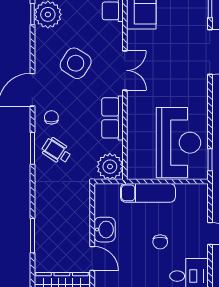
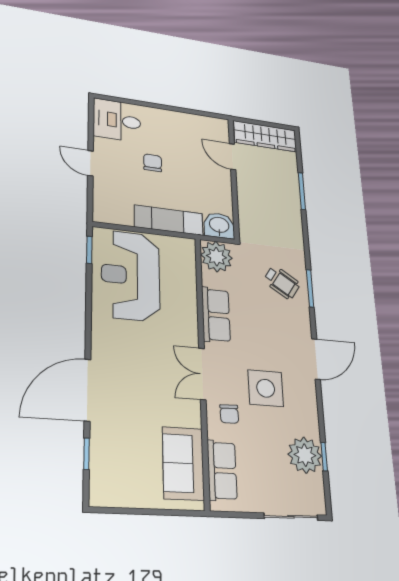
side table: (76, 63) -> (266, 388), turned -32
chair: (51, 117) -> (229, 414), moved
washbasin: (105, 230) -> (219, 226), moved, turned 90

